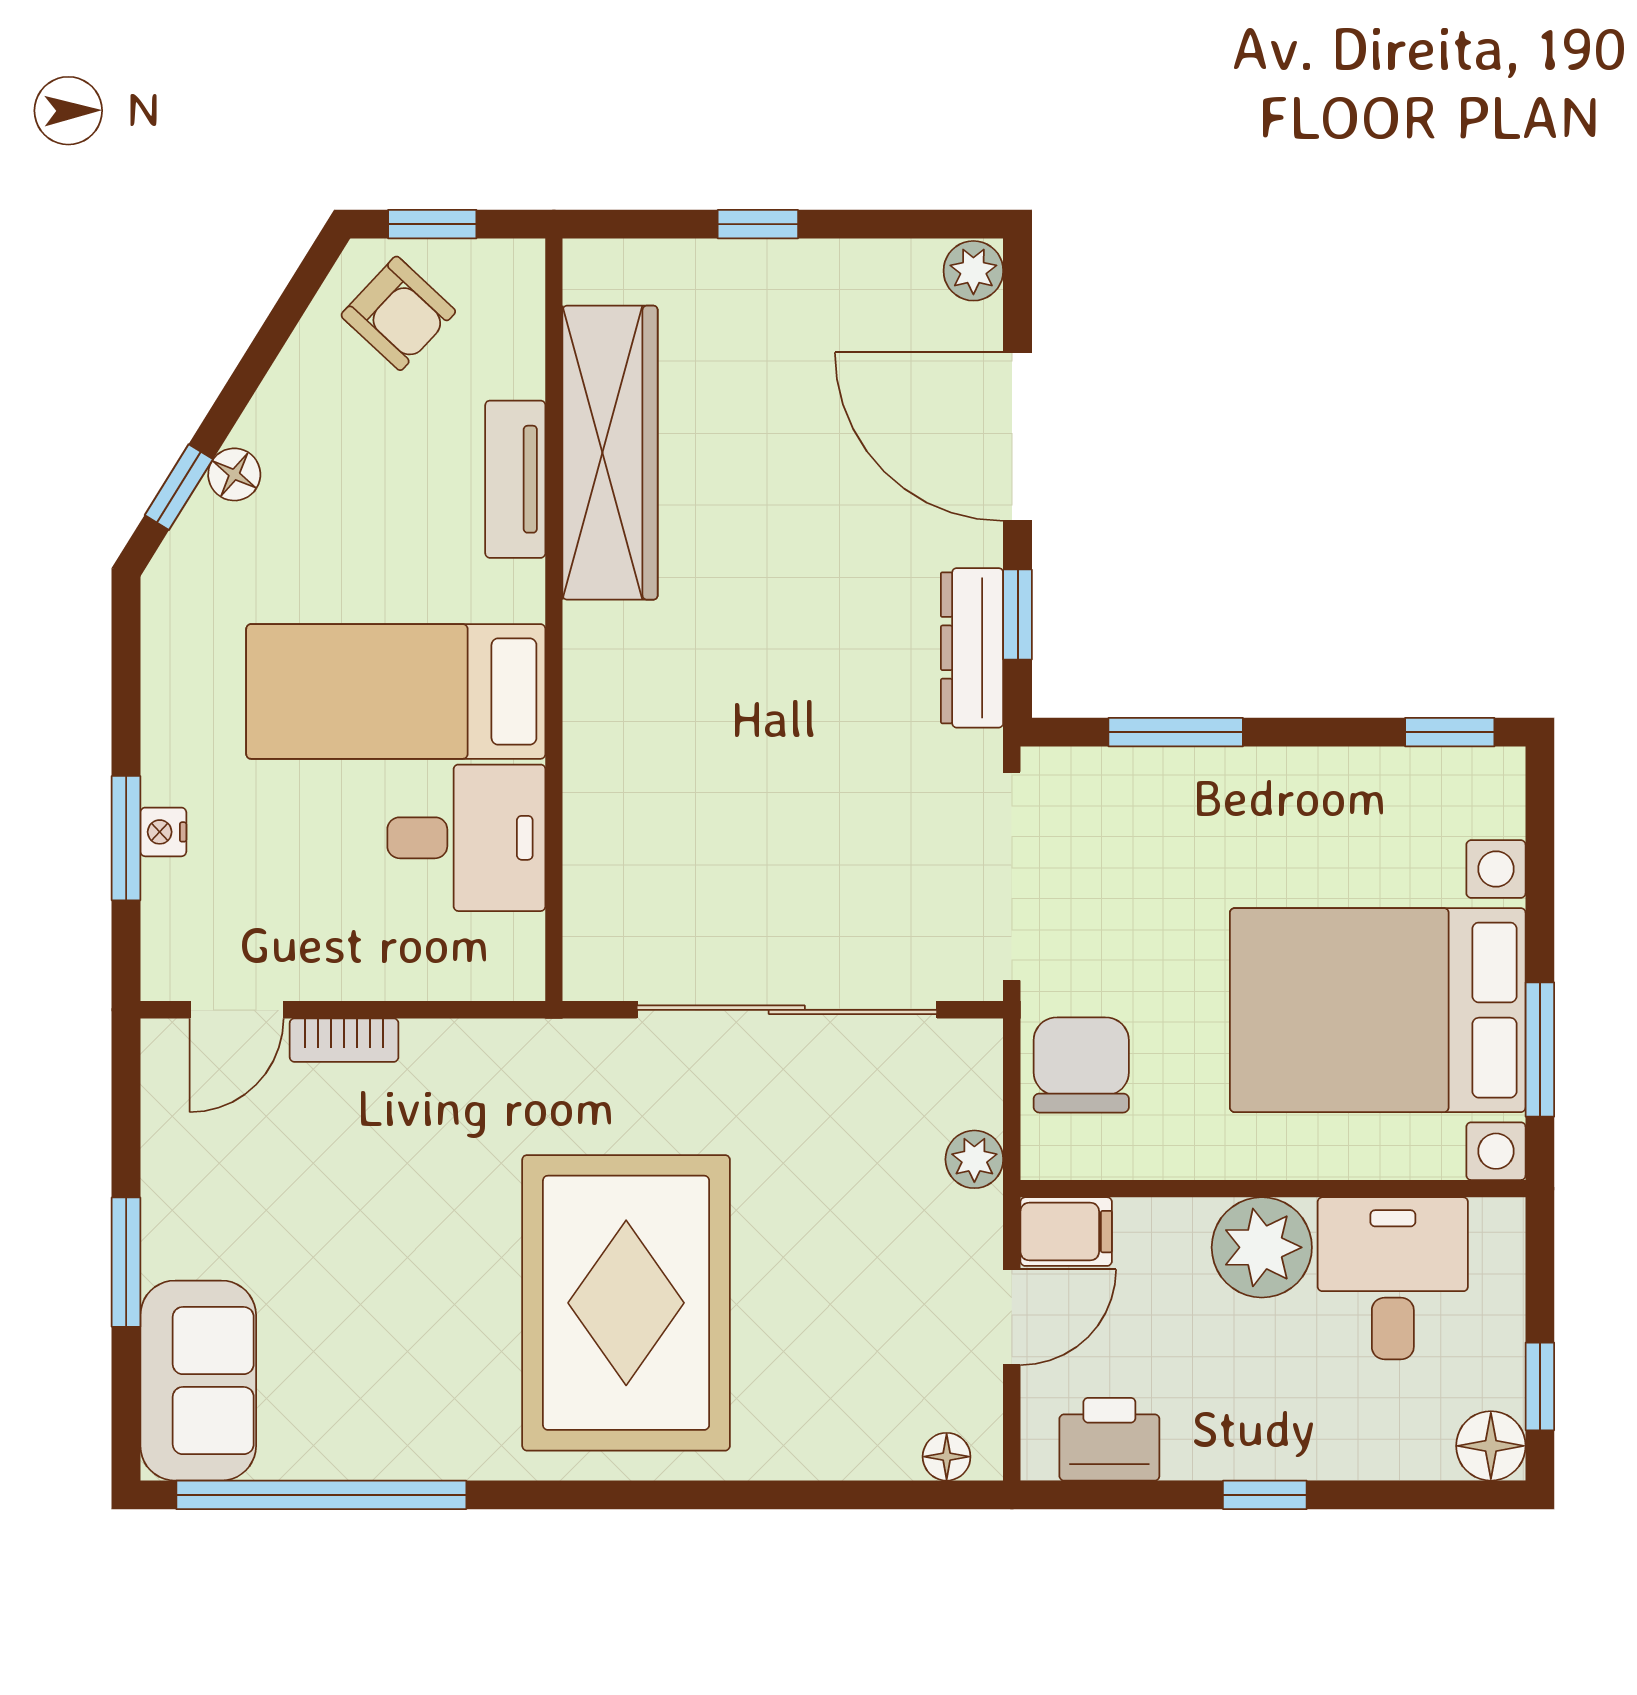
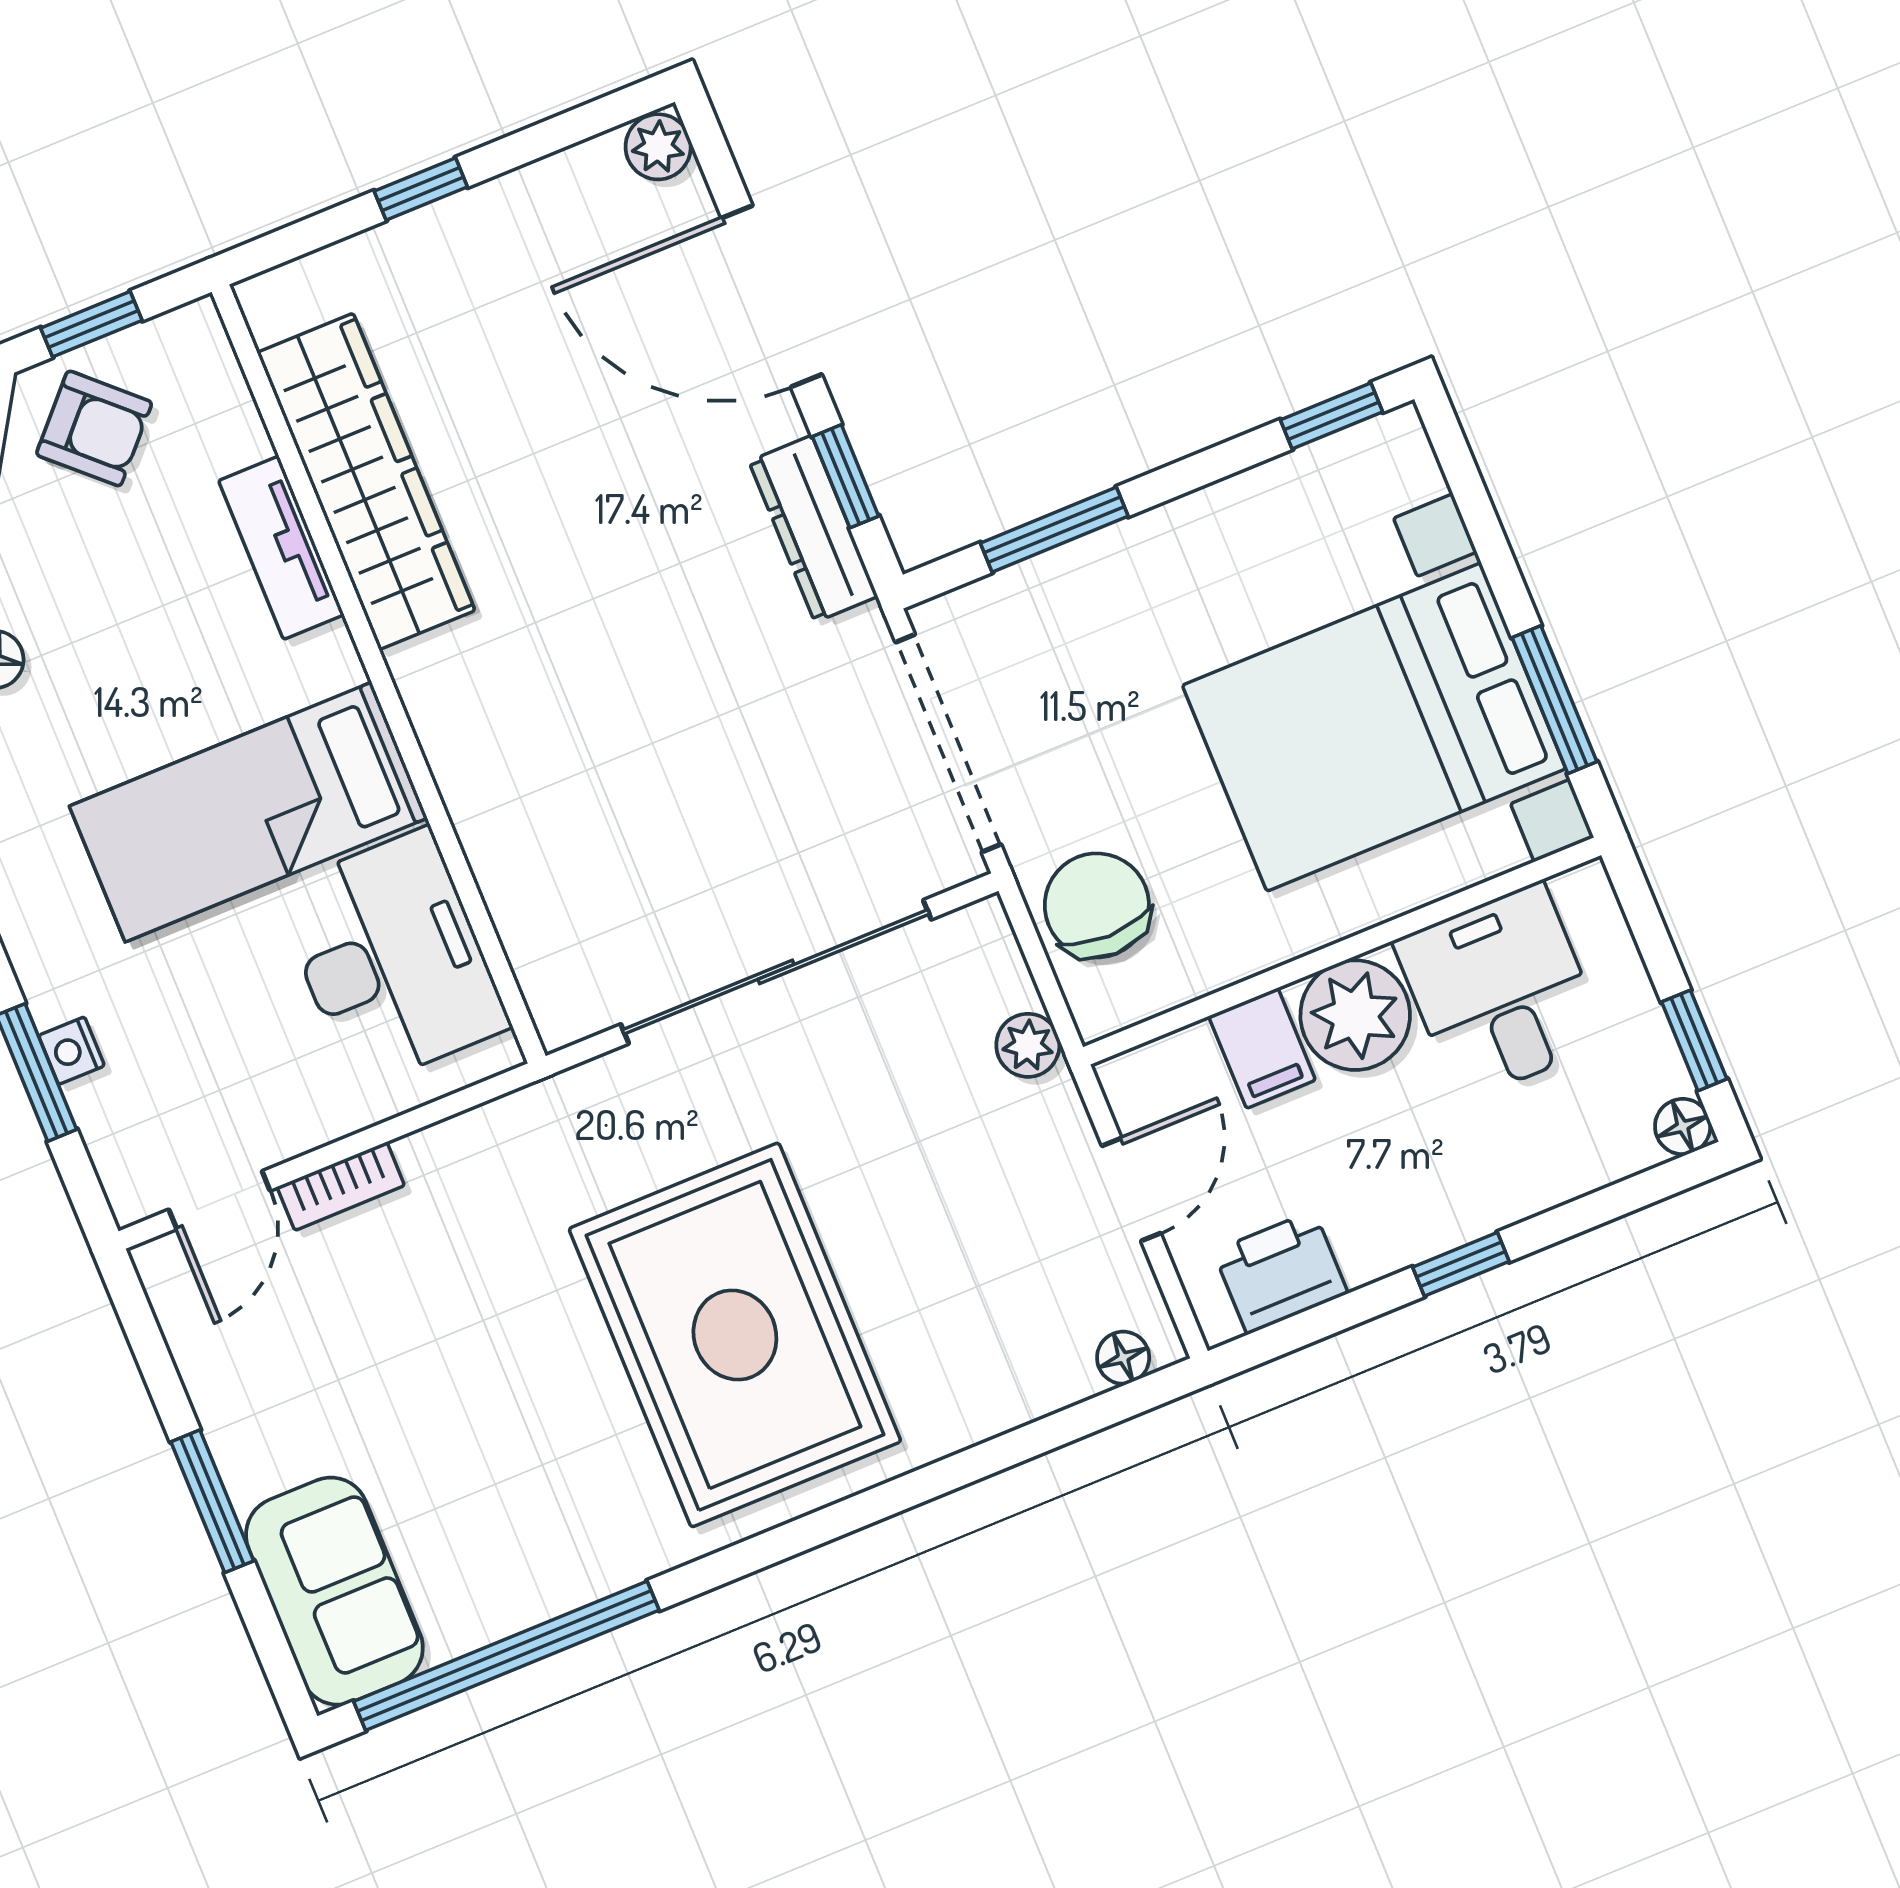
desk: (466, 838) -> (392, 958), width x1.37
filing cabinet: (1066, 1232) -> (1262, 1048), moved, turned 90
floor lamp: (1491, 1446) -> (1683, 1126), width x0.73, depth x0.73

